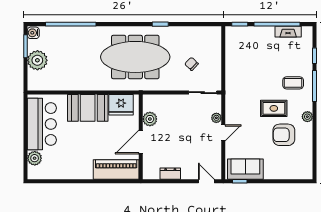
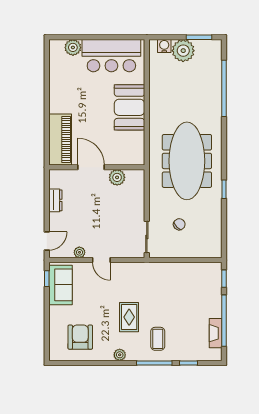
water cooler: (33, 33) -> (164, 46), moved
fridge: (121, 105) -> (133, 145), removed
plant: (216, 118) -> (79, 252), moved
armchair: (284, 135) -> (80, 337), moved

